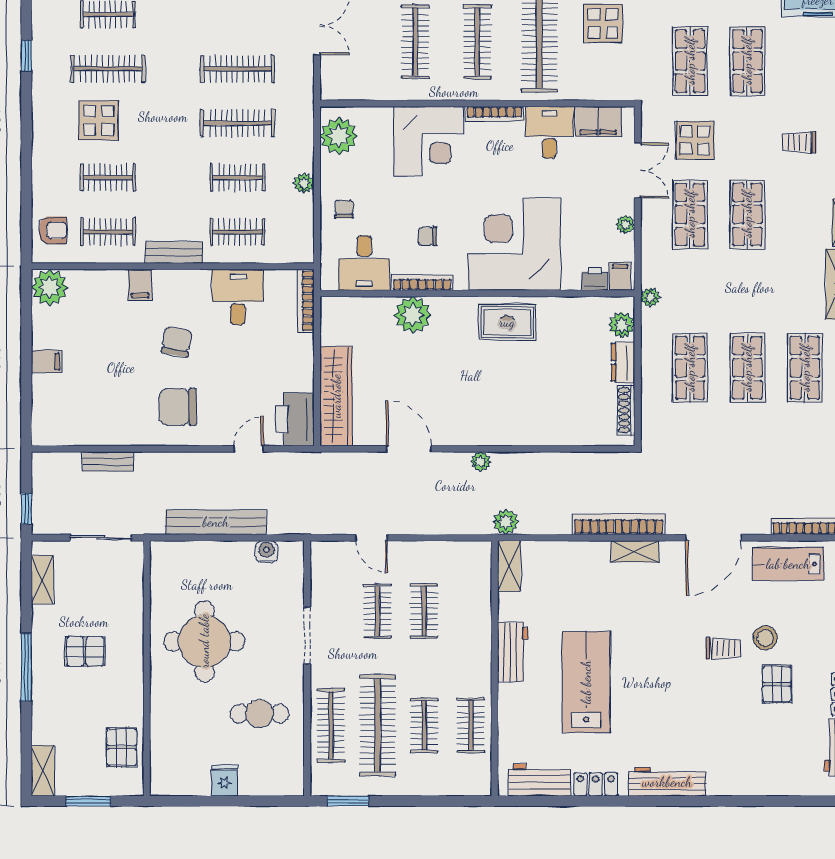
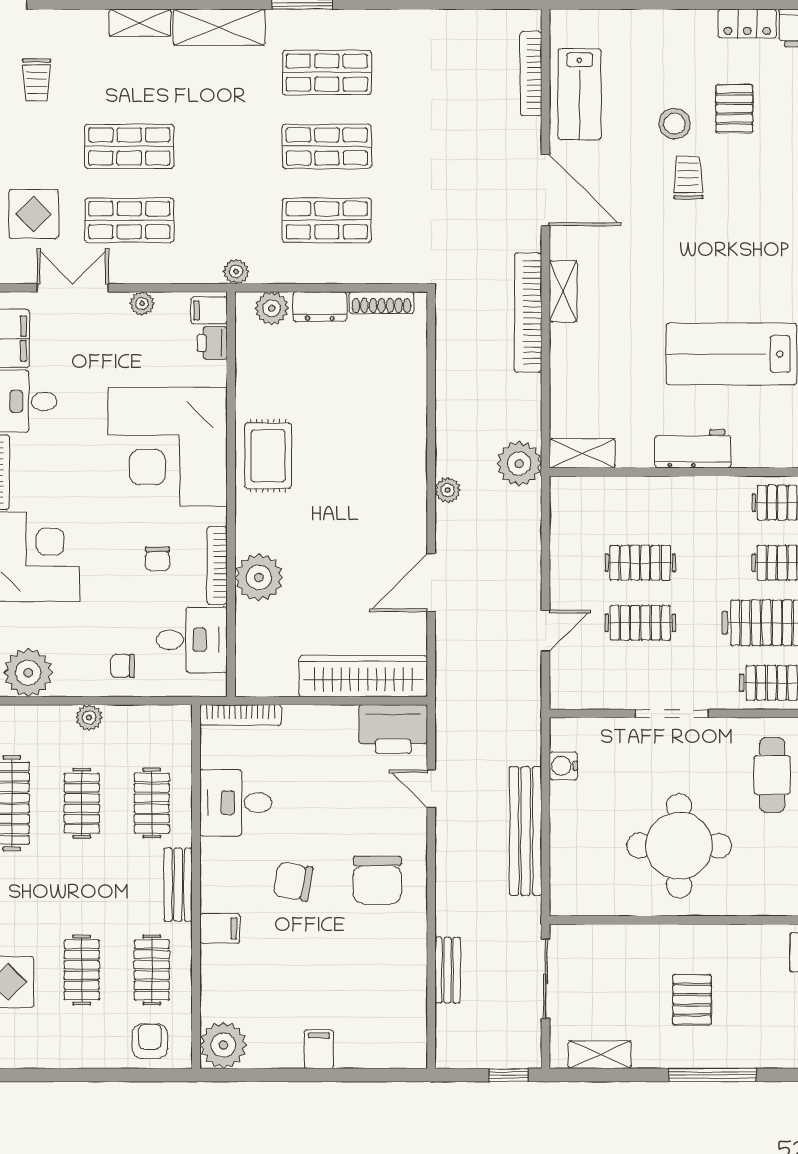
plant: (506, 522) -> (519, 464), width x1.36, depth x1.36
pallet: (777, 684) -> (734, 109), turned 90

